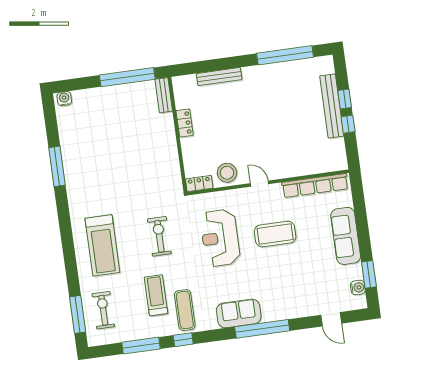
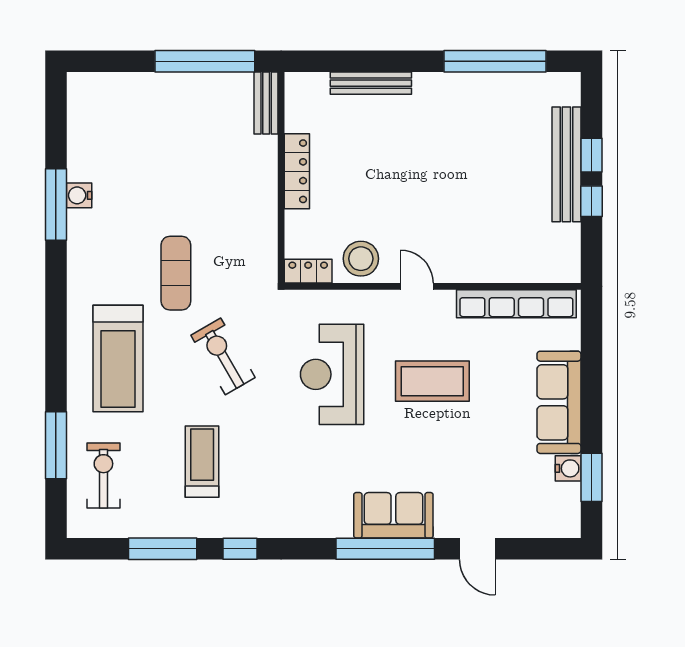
water cooler: (64, 99) -> (79, 195), moved, turned -90
locker: (185, 123) -> (297, 171), width x1.53
exercise bike: (159, 236) -> (223, 356), turned -30
water cooler: (358, 288) -> (568, 468), moved
exercise mat: (185, 310) -> (176, 273), moved
sofa: (239, 313) -> (393, 515), moved
window: (78, 314) -> (56, 445), moved
door: (331, 319) -> (477, 549), moved

